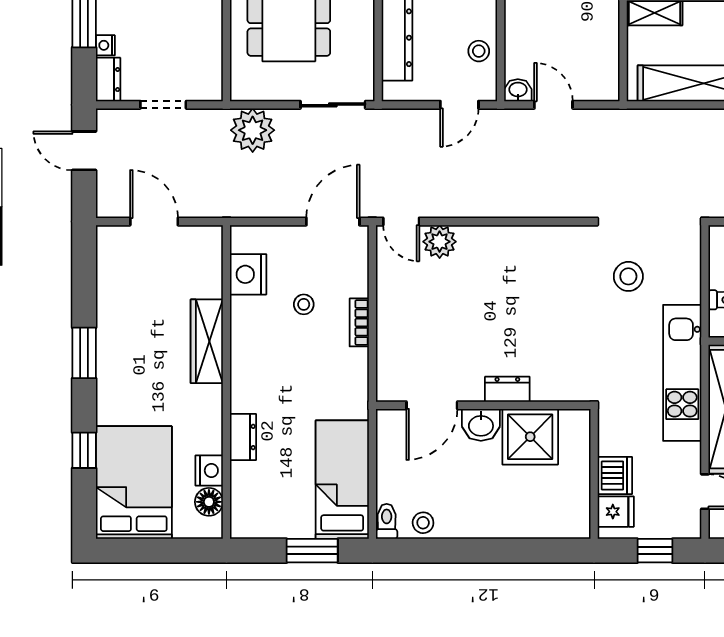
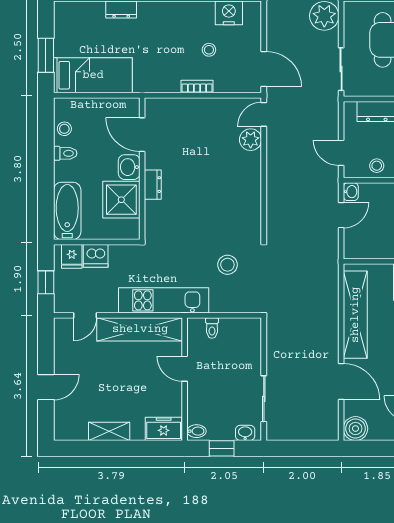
bathtub: (547, 518) -> (67, 211), added
toilet: (387, 521) -> (65, 153), moved

